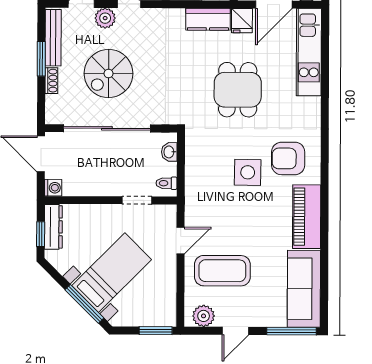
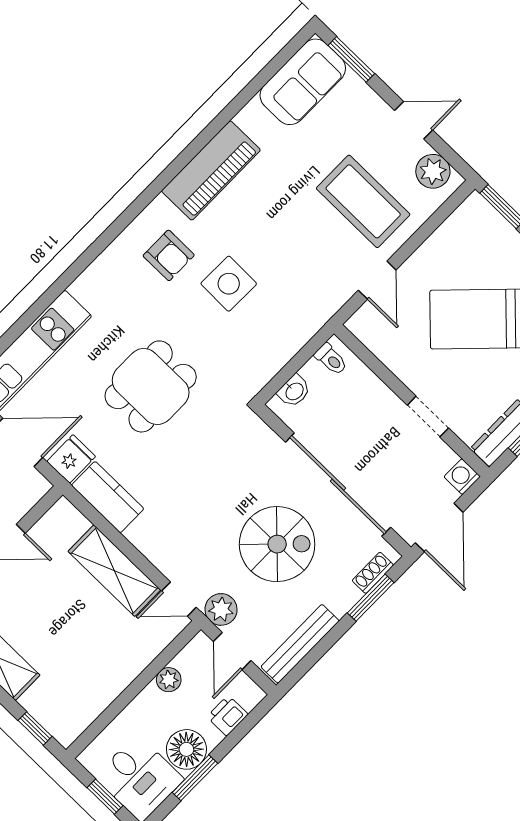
window: (41, 59) -> (371, 598), moved
shoe rack: (51, 81) -> (373, 573), moved
armchair: (288, 158) -> (169, 255), width x0.72, depth x0.72
doorway: (137, 200) -> (428, 417), moved
door: (181, 241) -> (377, 280), swing flipped
sofa: (304, 289) -> (303, 82), width x0.73
window: (291, 331) -> (351, 59), width x0.69

